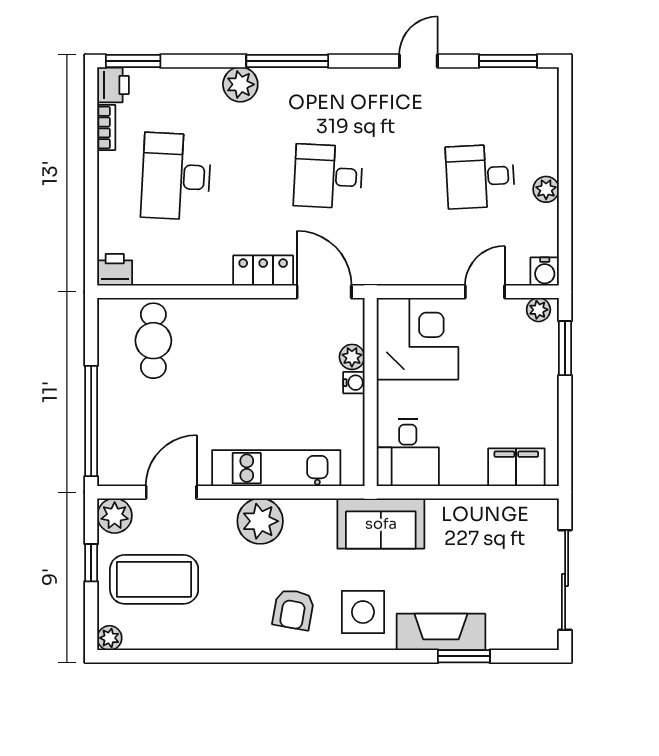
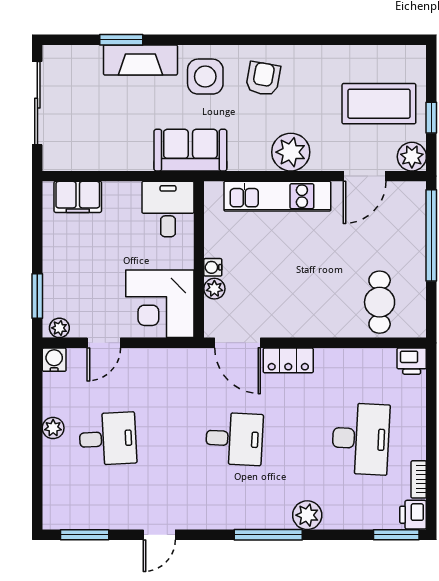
plant: (109, 638) -> (416, 55), removed

